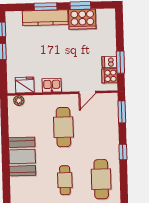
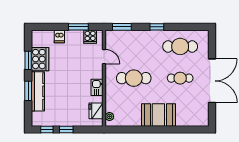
dishwasher: (109, 62) -> (59, 36), moved

